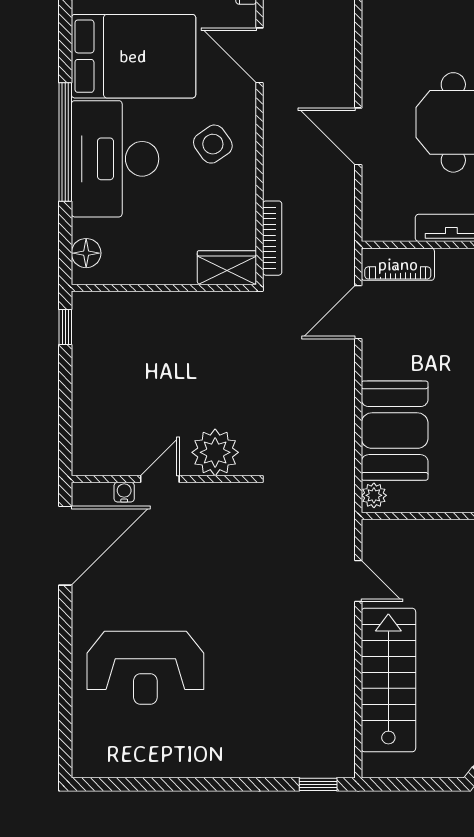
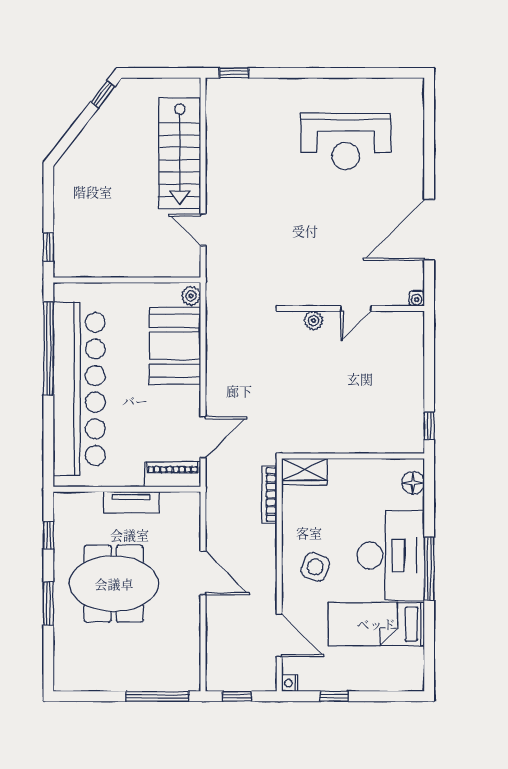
bed: (133, 56) -> (376, 624), width x0.67
window: (65, 142) -> (429, 568), width x0.68
side table: (213, 144) -> (315, 567), turned -33
plant: (215, 452) -> (313, 321), width x0.53, depth x0.53
water cooler: (124, 492) -> (417, 298), moved
door: (65, 546) -> (429, 230), moved
reception desk: (145, 668) -> (346, 141), moved, turned 180

